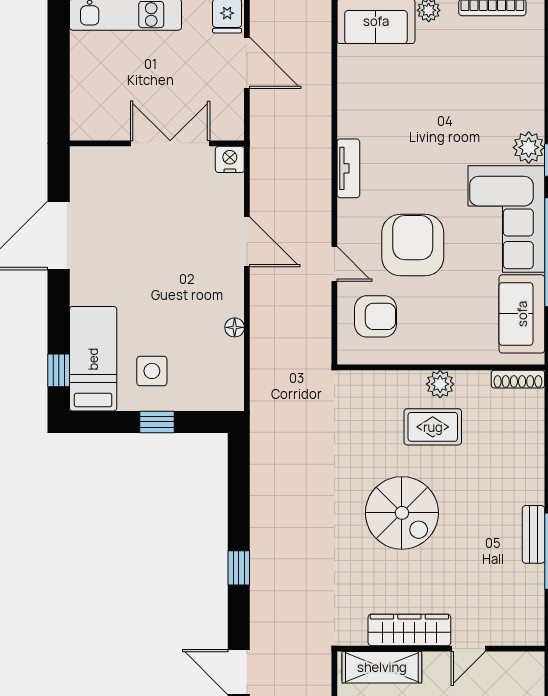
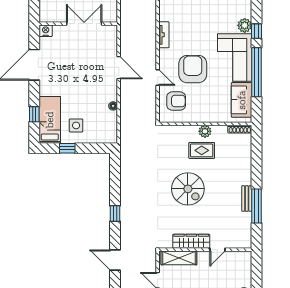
nightstand: (230, 159) -> (46, 31), moved
window: (59, 370) -> (34, 114), moved
window: (157, 422) -> (67, 148), moved

